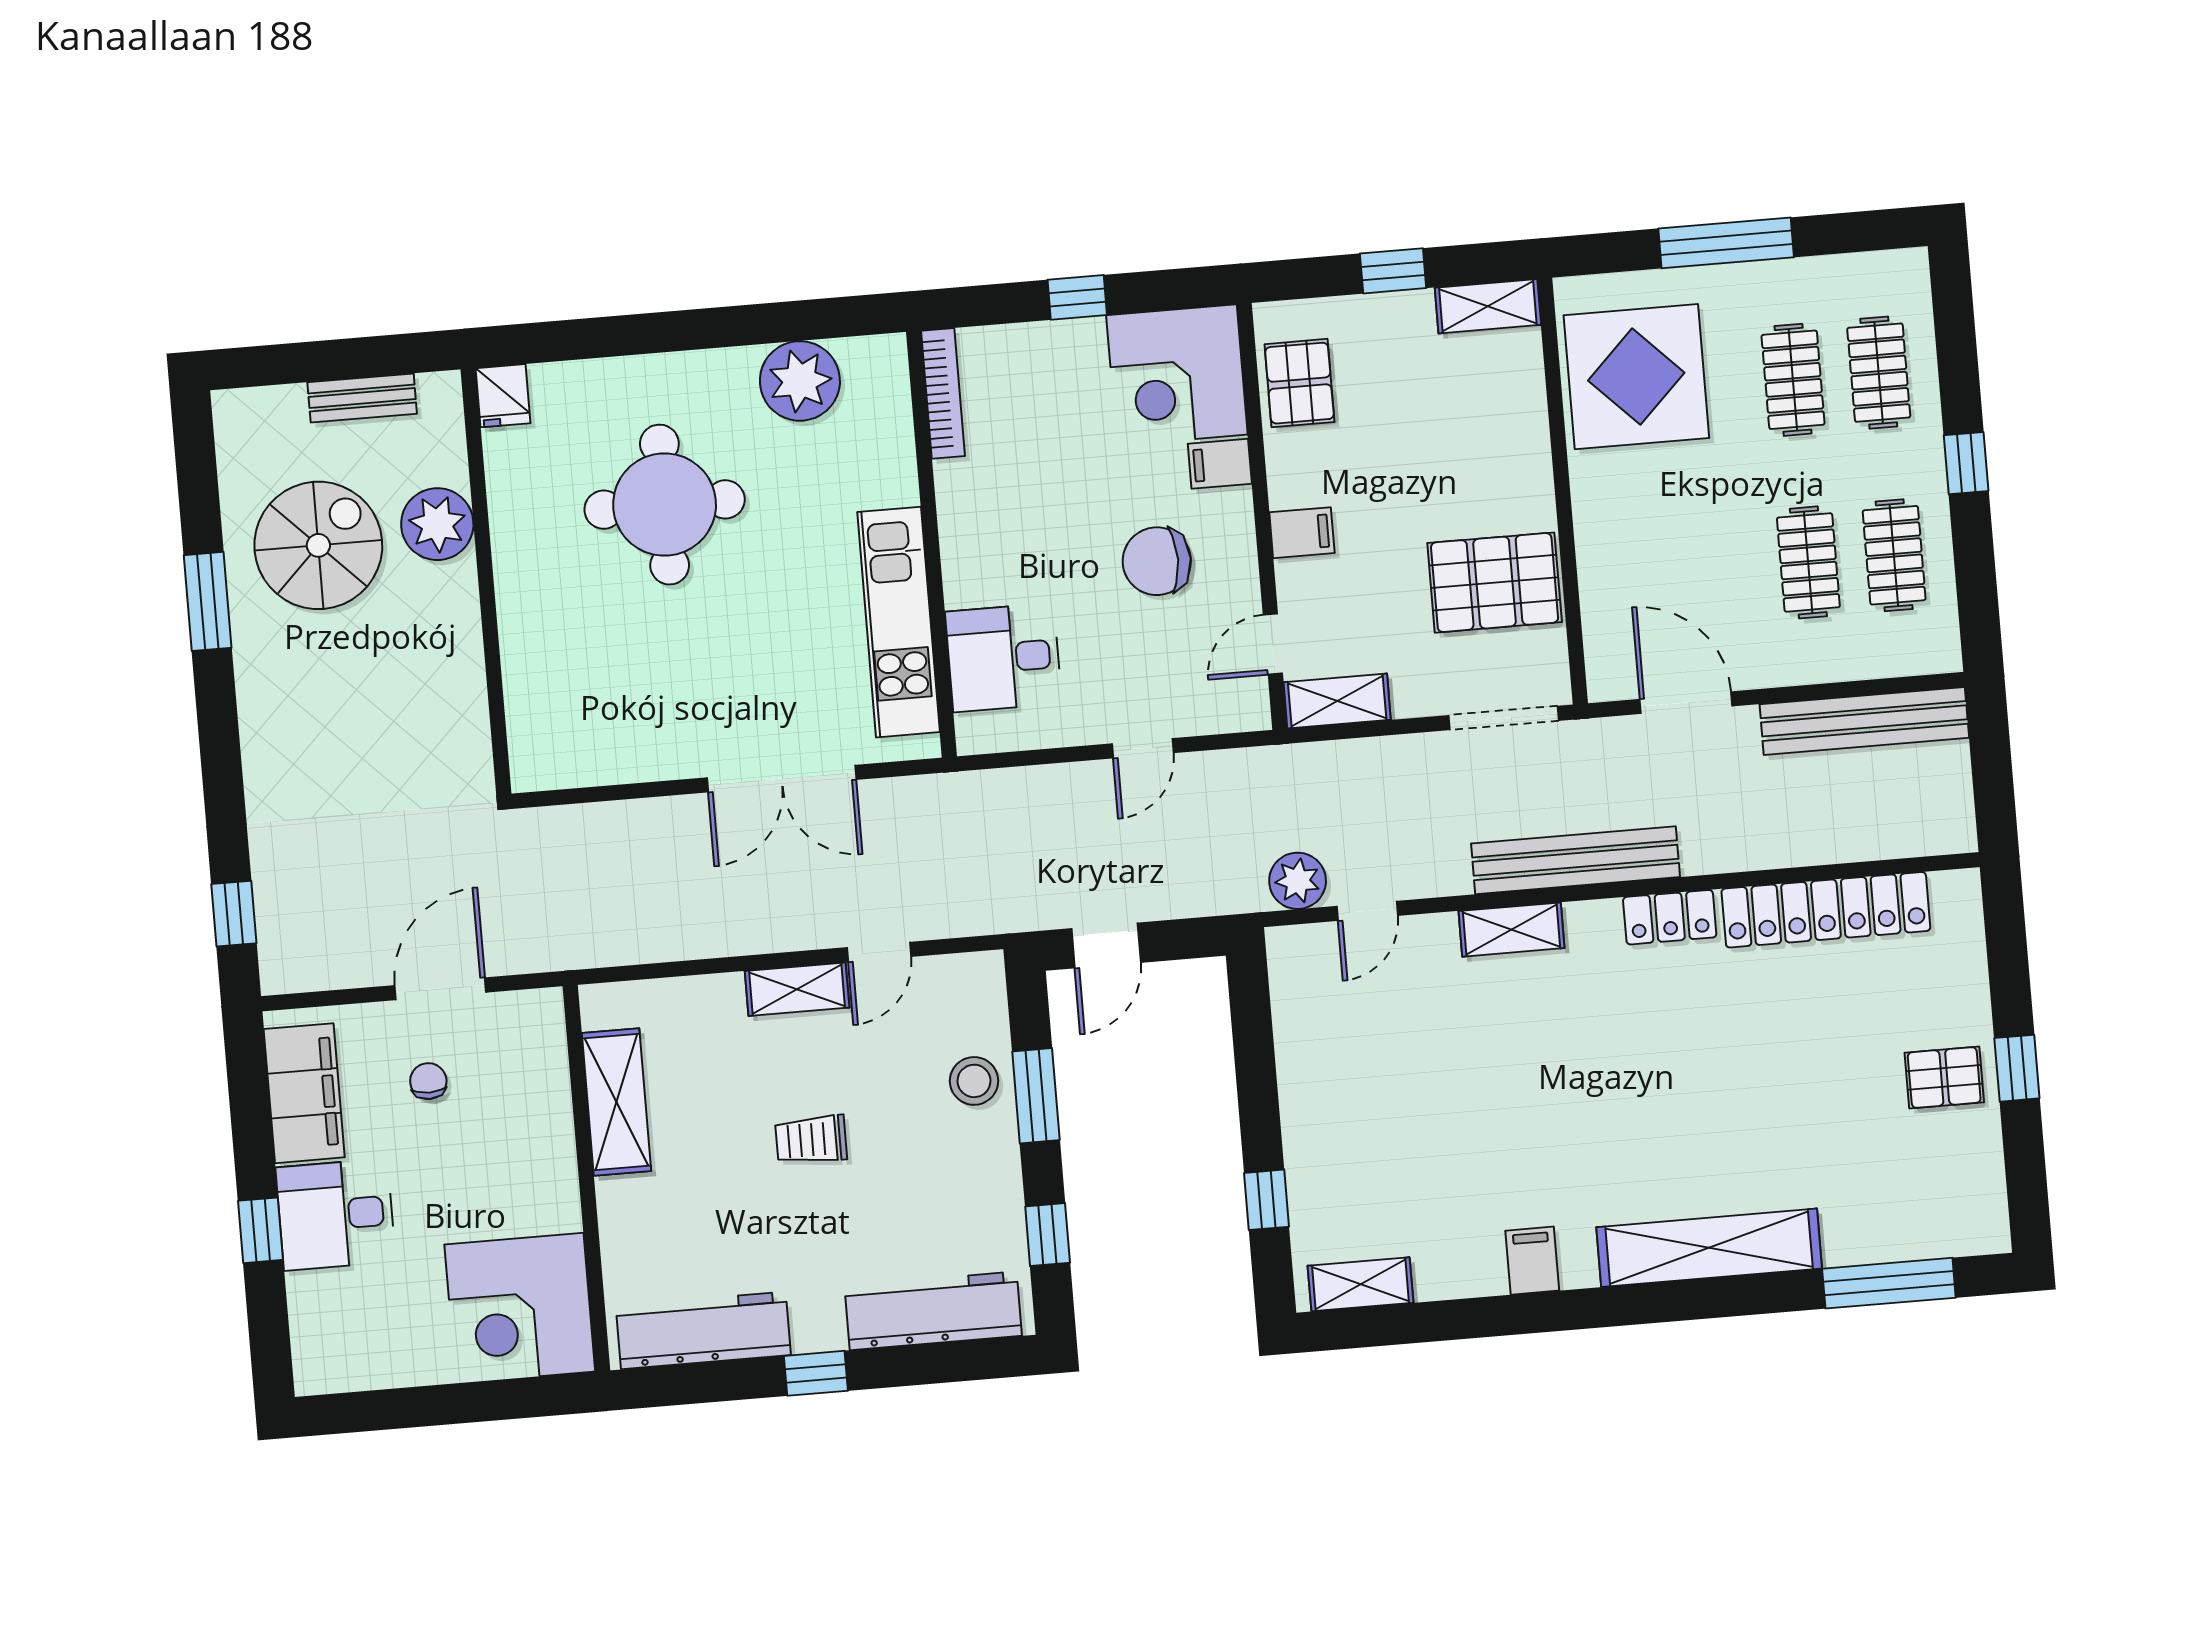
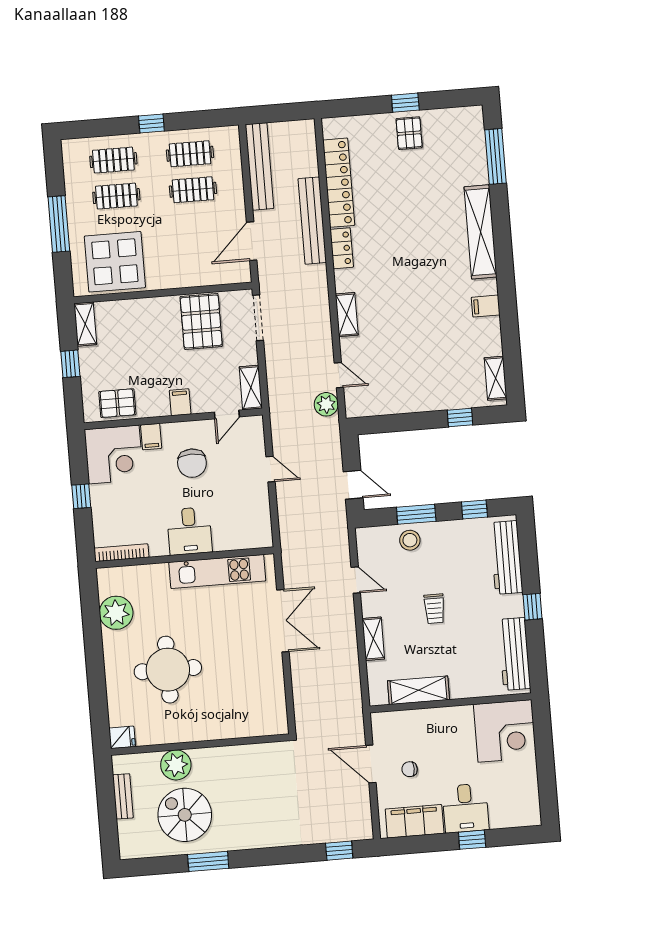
door: (1273, 644) -> (227, 415), hinge flipped
desk: (1004, 658) -> (189, 531), moved
bench: (1576, 860) -> (312, 221), moved
shelving: (797, 989) -> (373, 639), moved

